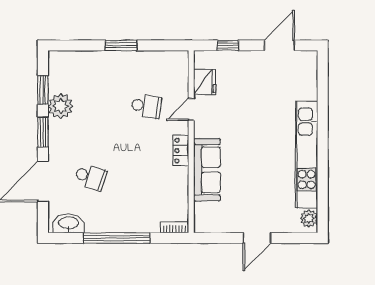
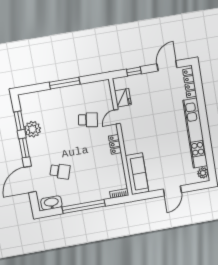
window: (121, 45) -> (65, 83), width x1.44
locker: (310, 77) -> (190, 83), added
sofa: (207, 170) -> (137, 174), moved

